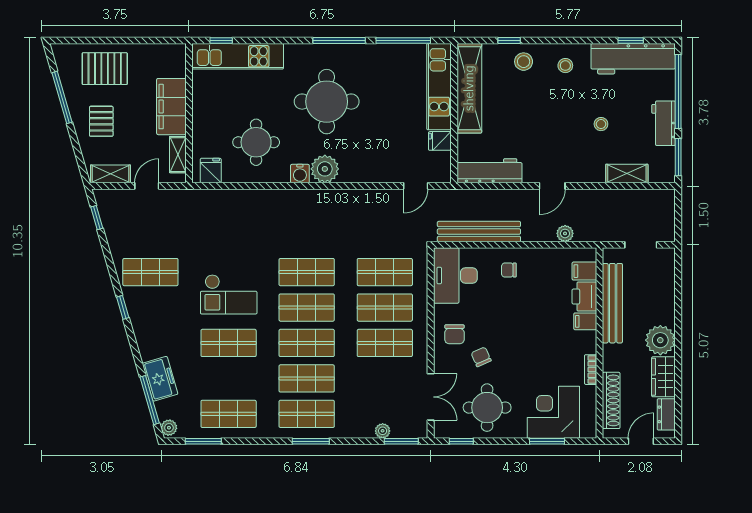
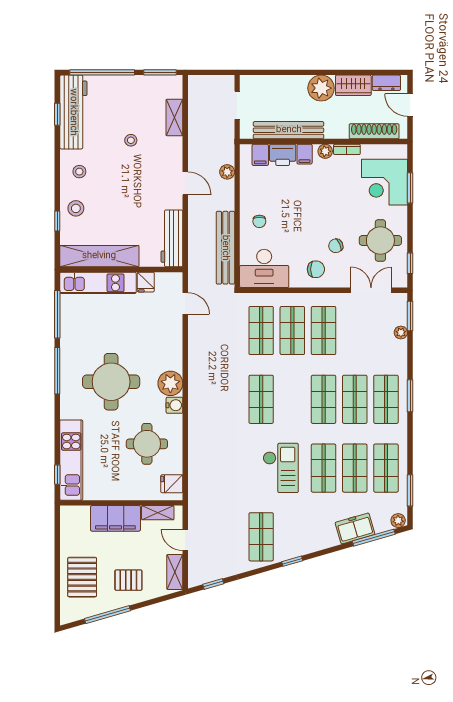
workbench: (664, 123) -> (130, 85), removed
shop shelf: (307, 308) -> (355, 468), moved
plant: (588, 345) -> (325, 151), added

